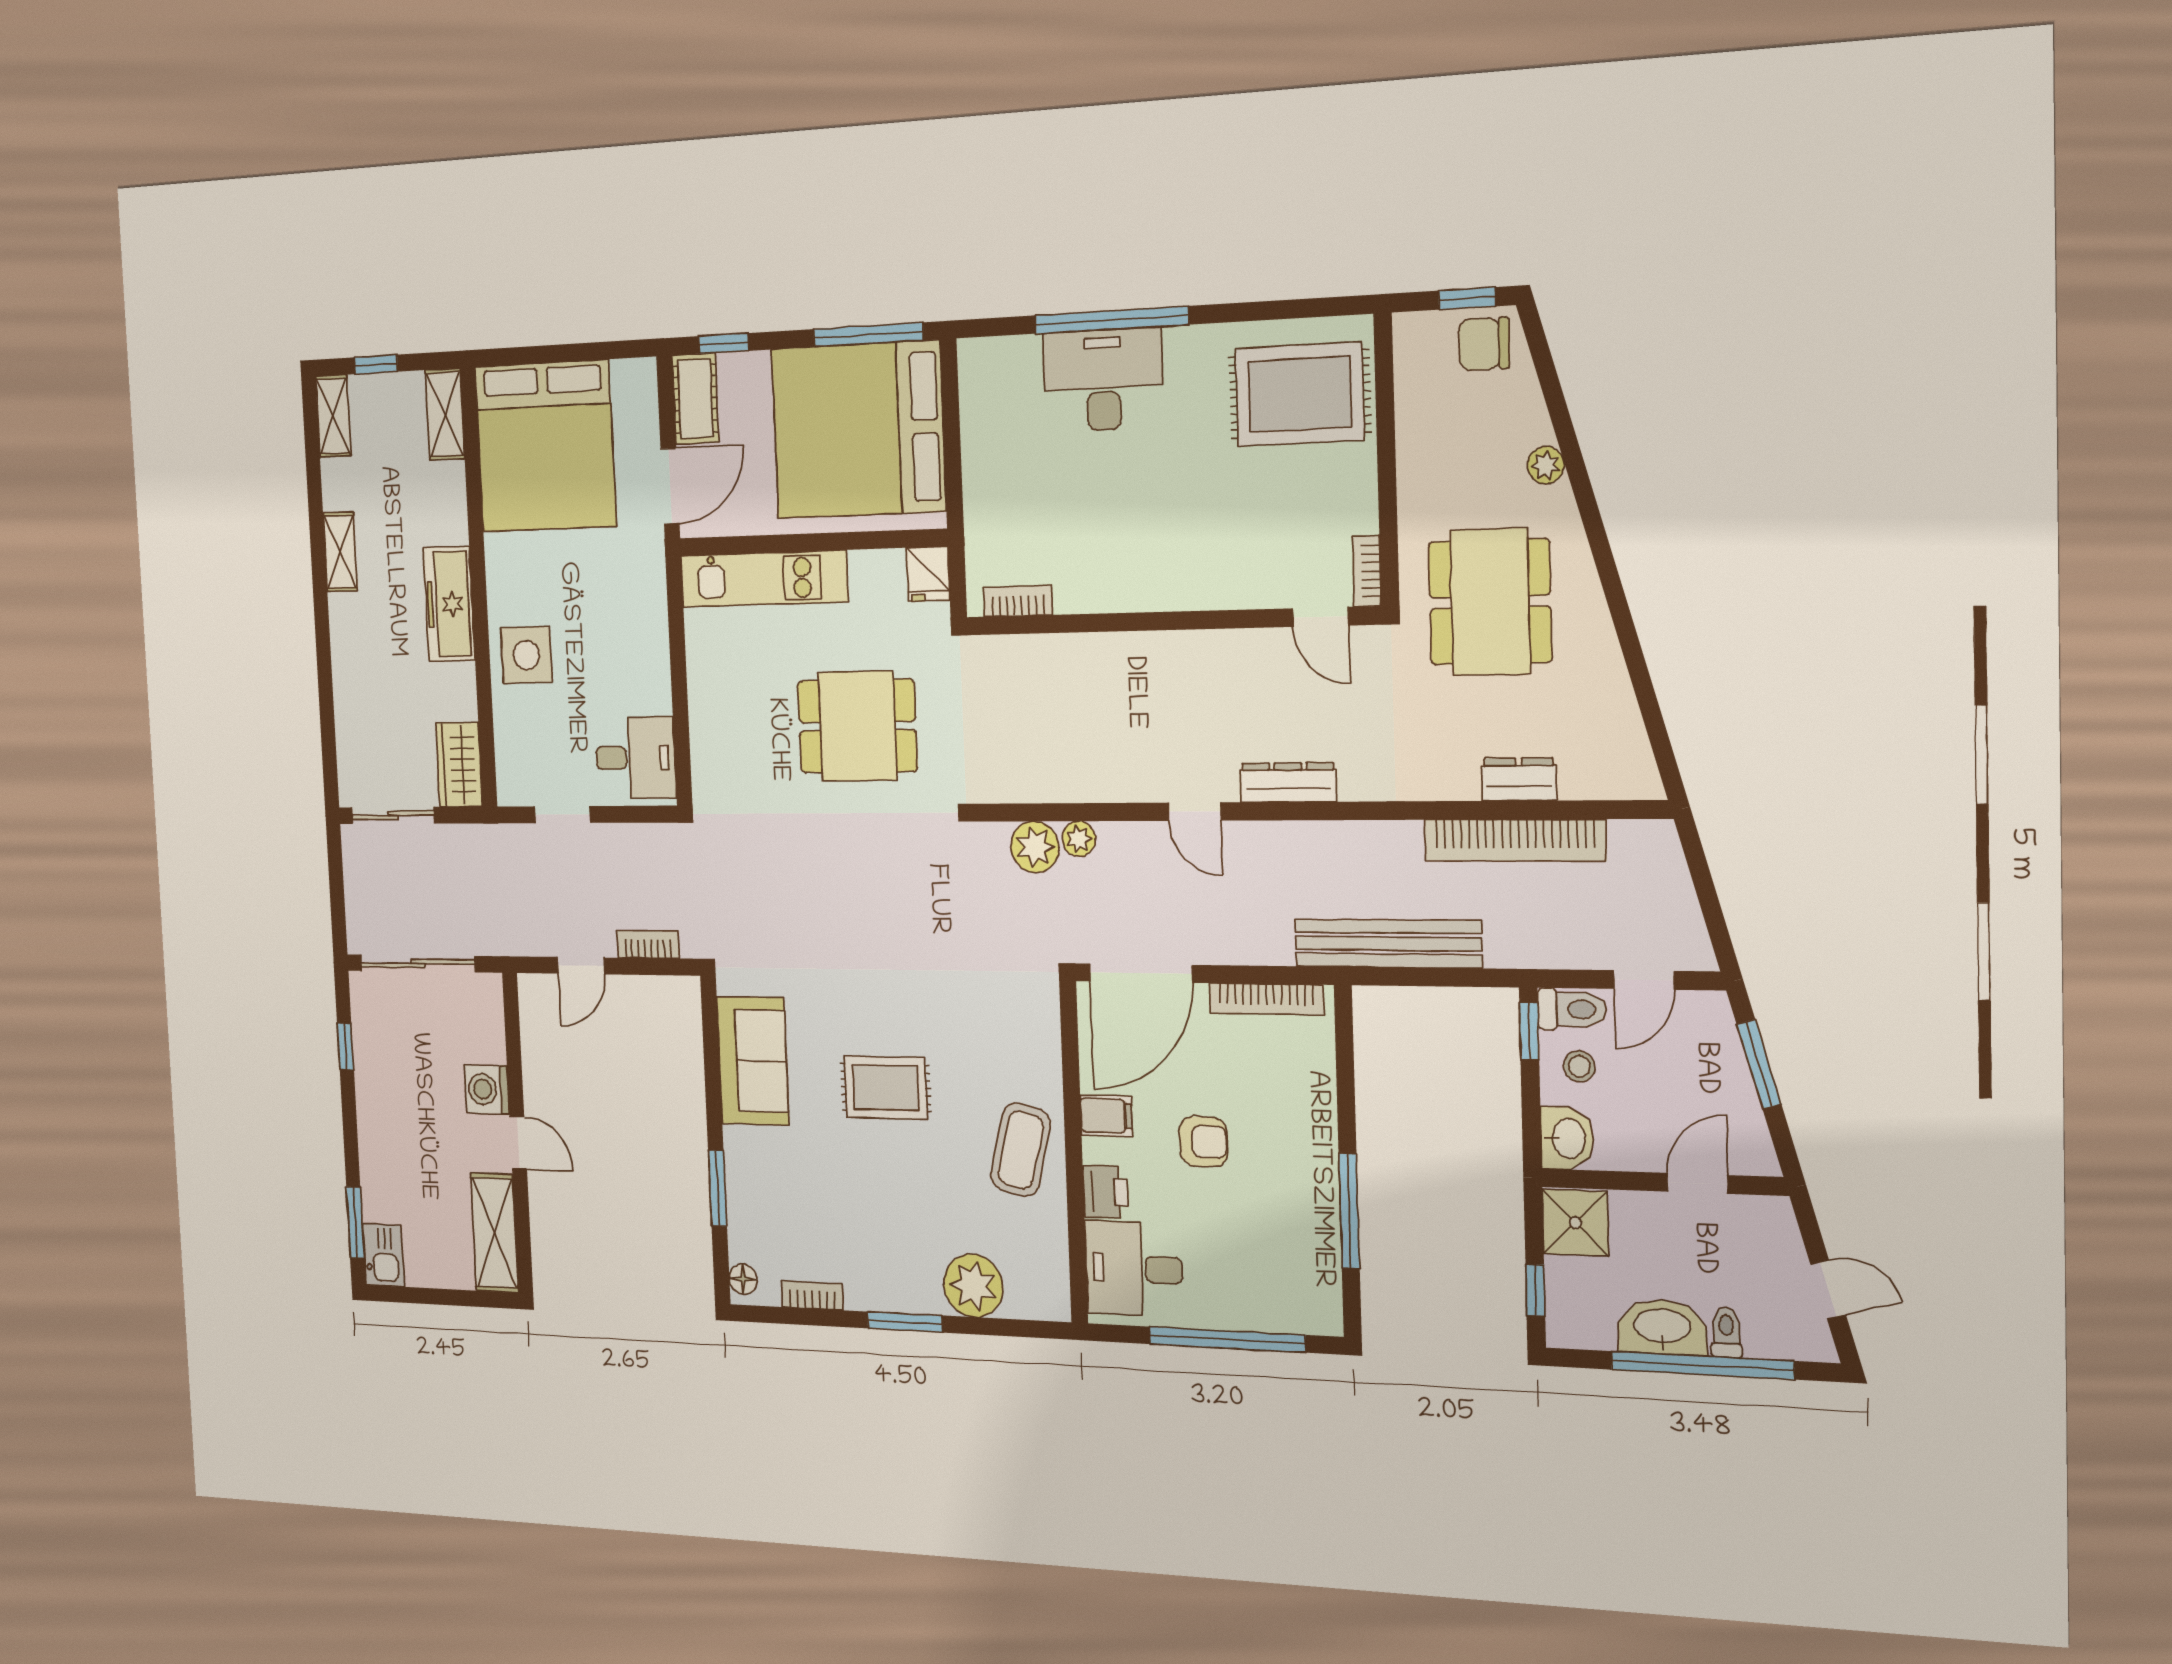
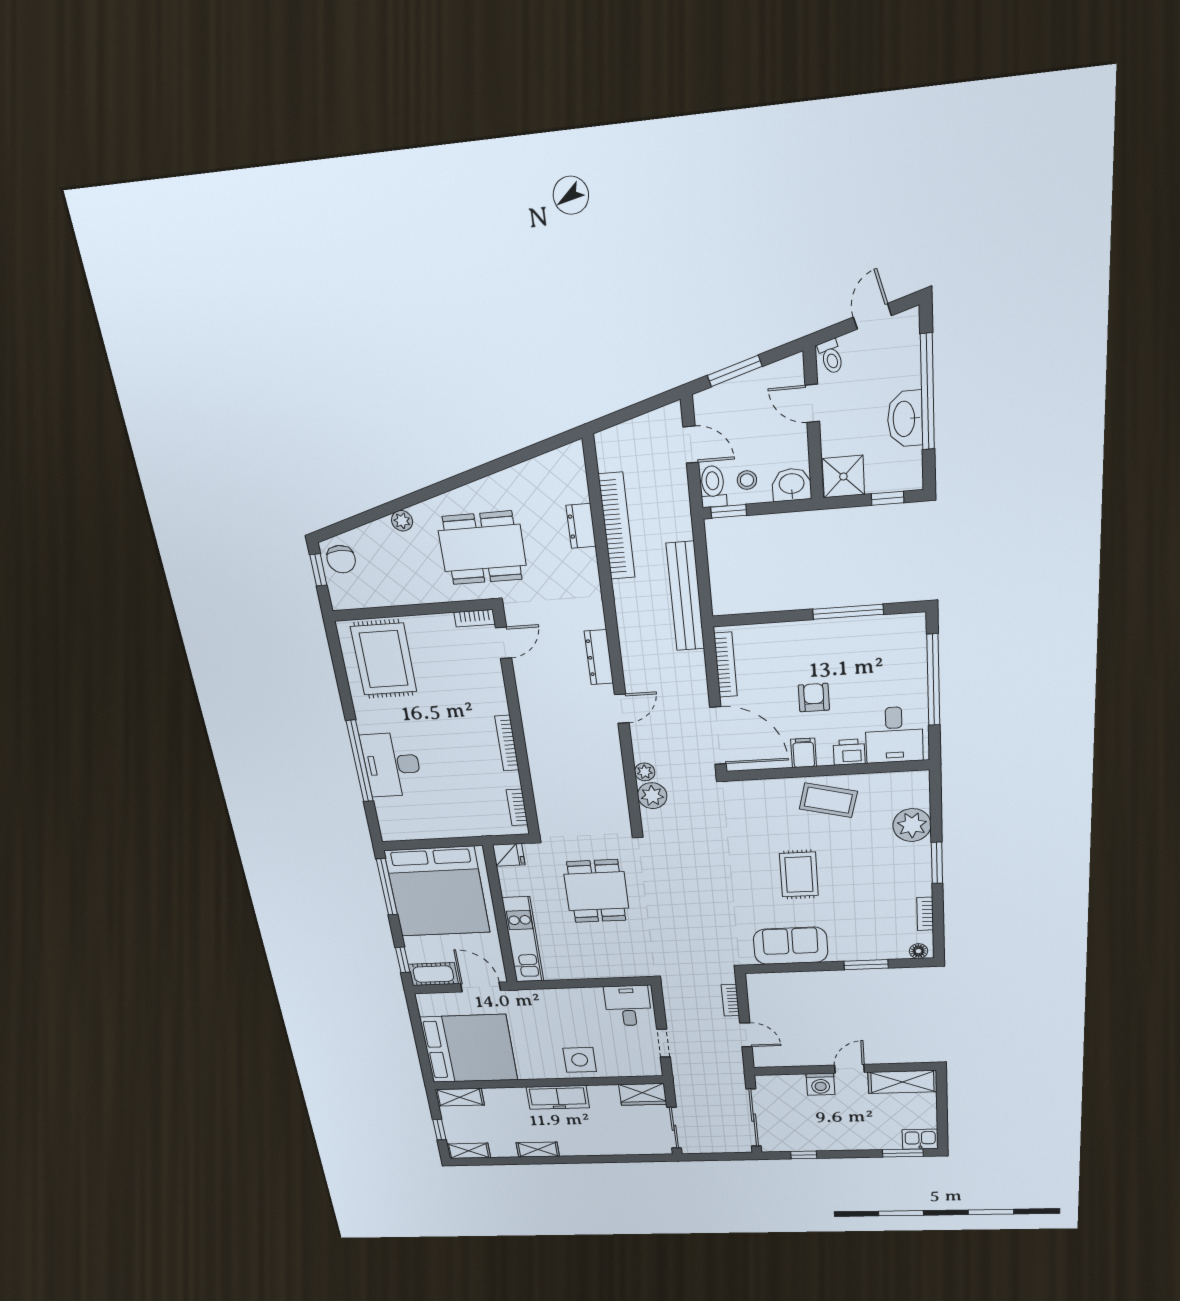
bookcase: (1138, 599) -> (507, 743), added
toilet: (1726, 1332) -> (831, 357), moved, turned -106

